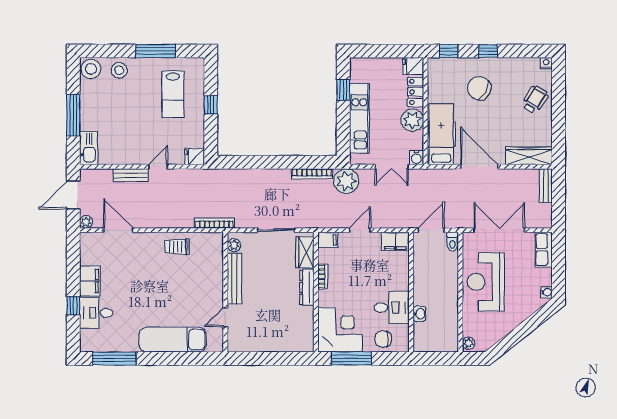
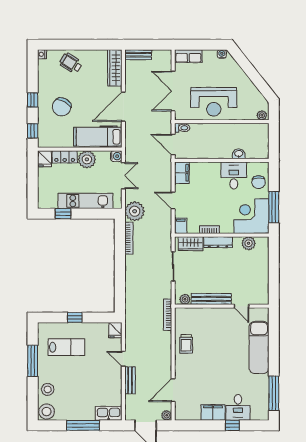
plant: (305, 326) -> (249, 243), added

